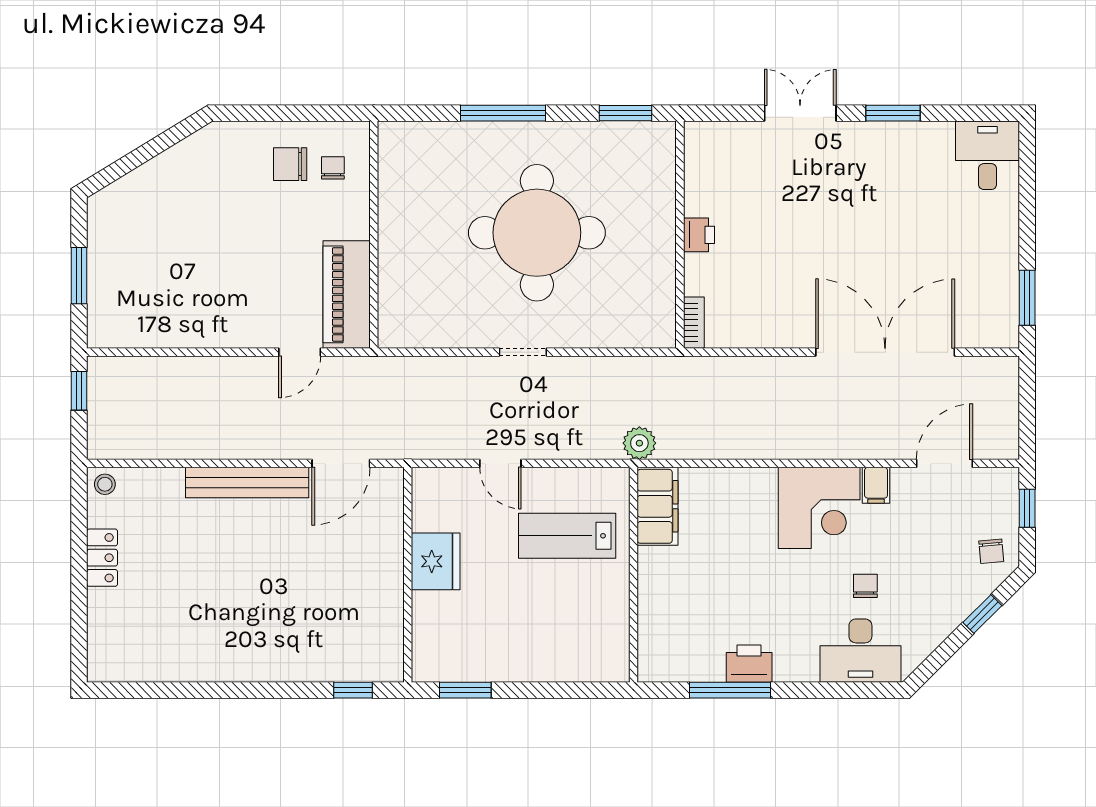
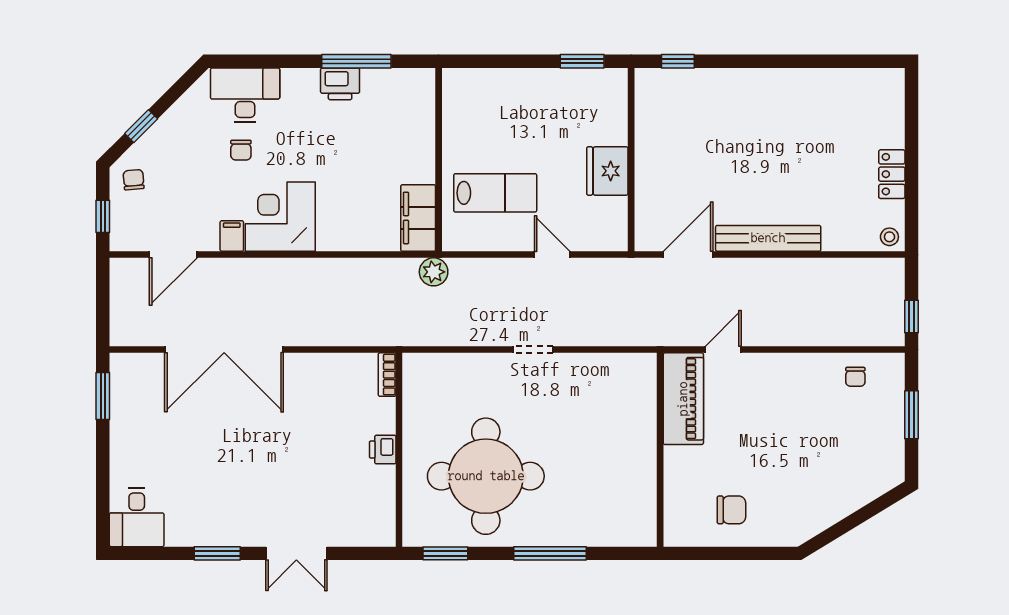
chair: (333, 168) -> (855, 377), moved
round table: (537, 233) -> (486, 476), moved

